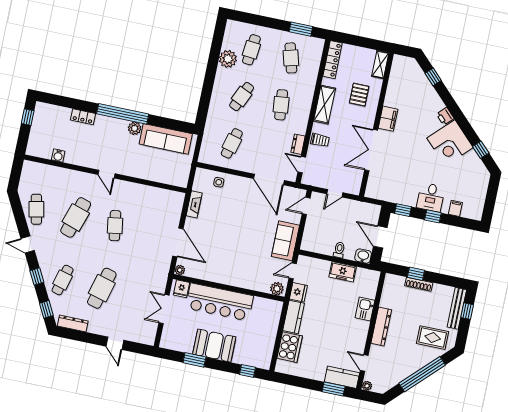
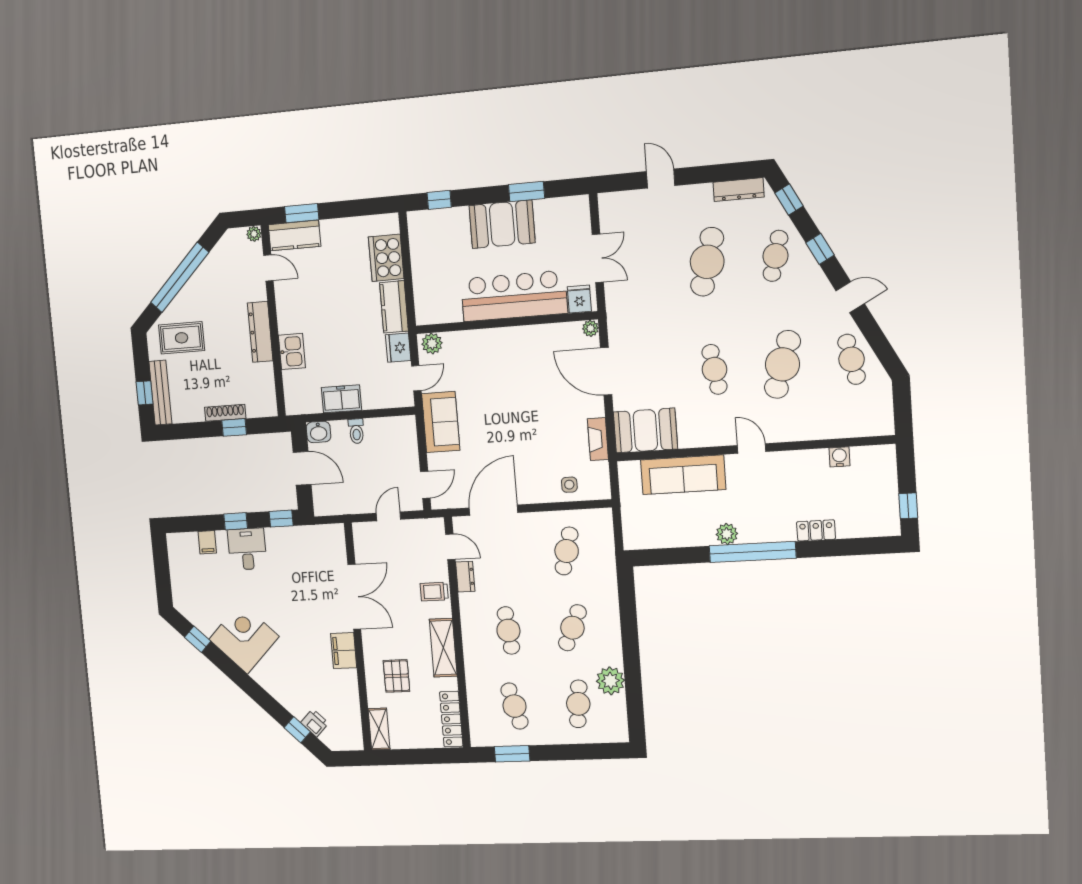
printer: (445, 116) -> (315, 723), moved
sofa: (166, 139) -> (683, 475), moved, turned 180
door: (269, 179) -> (493, 510), hinge flipped
booth: (165, 202) -> (645, 430), added

